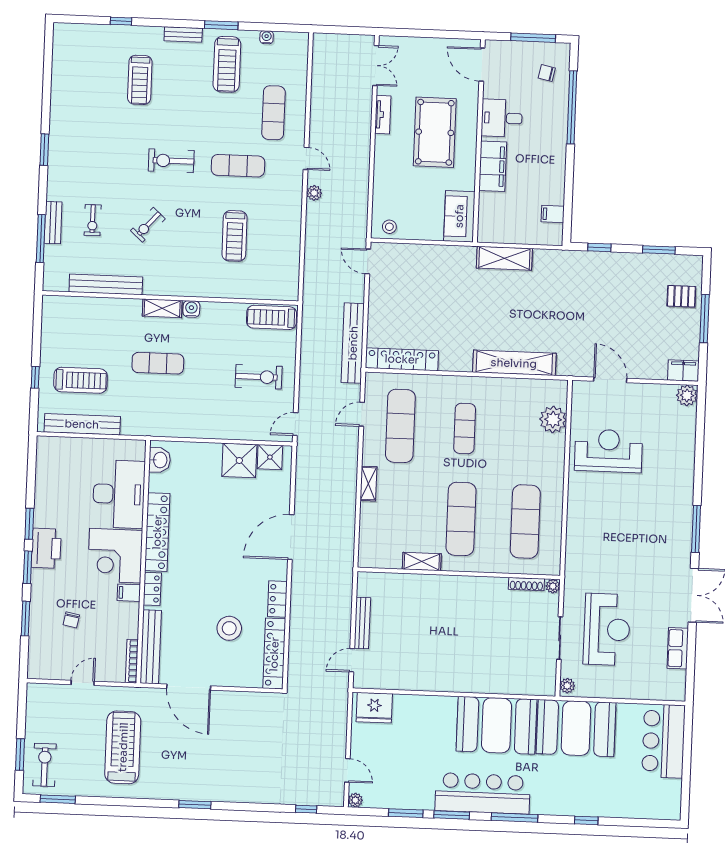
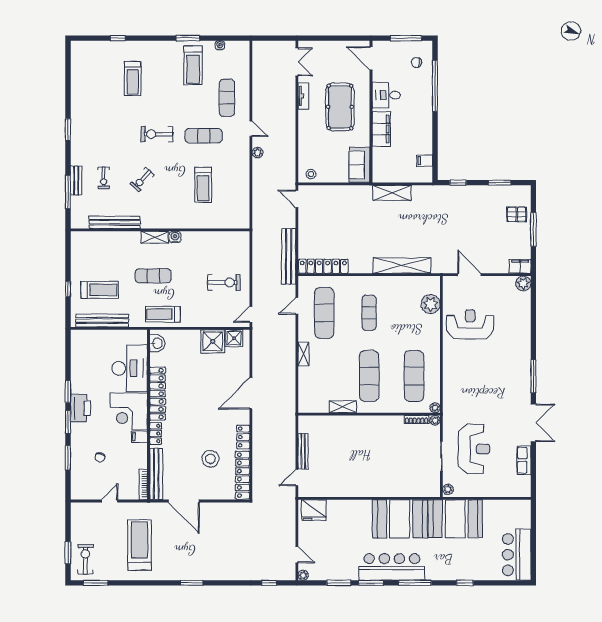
bench: (183, 35) -> (162, 46), removed
treadmill: (271, 317) -> (163, 314), moved
plant: (554, 568) -> (435, 408), added
bar counter: (663, 741) -> (517, 555), moved

